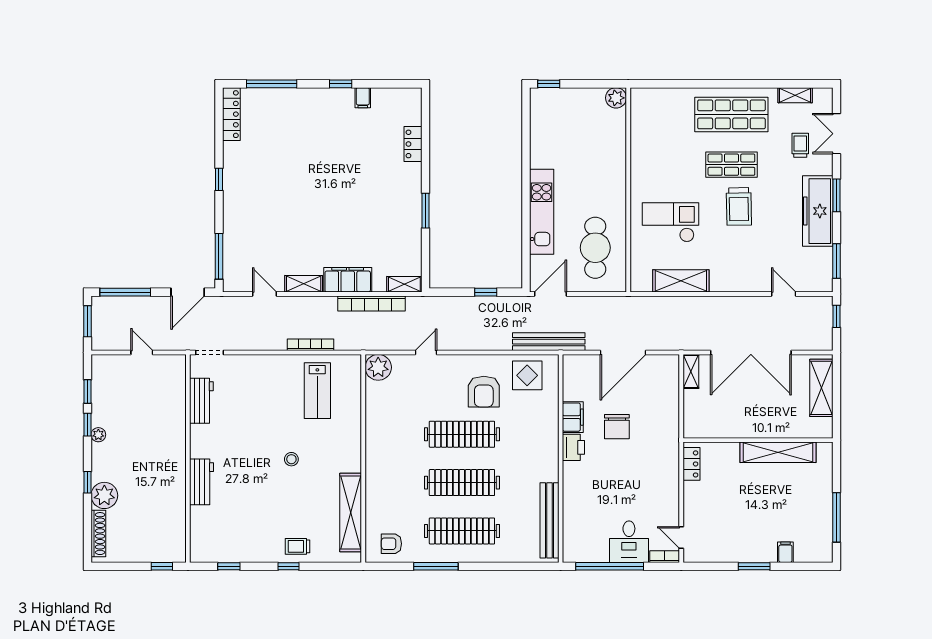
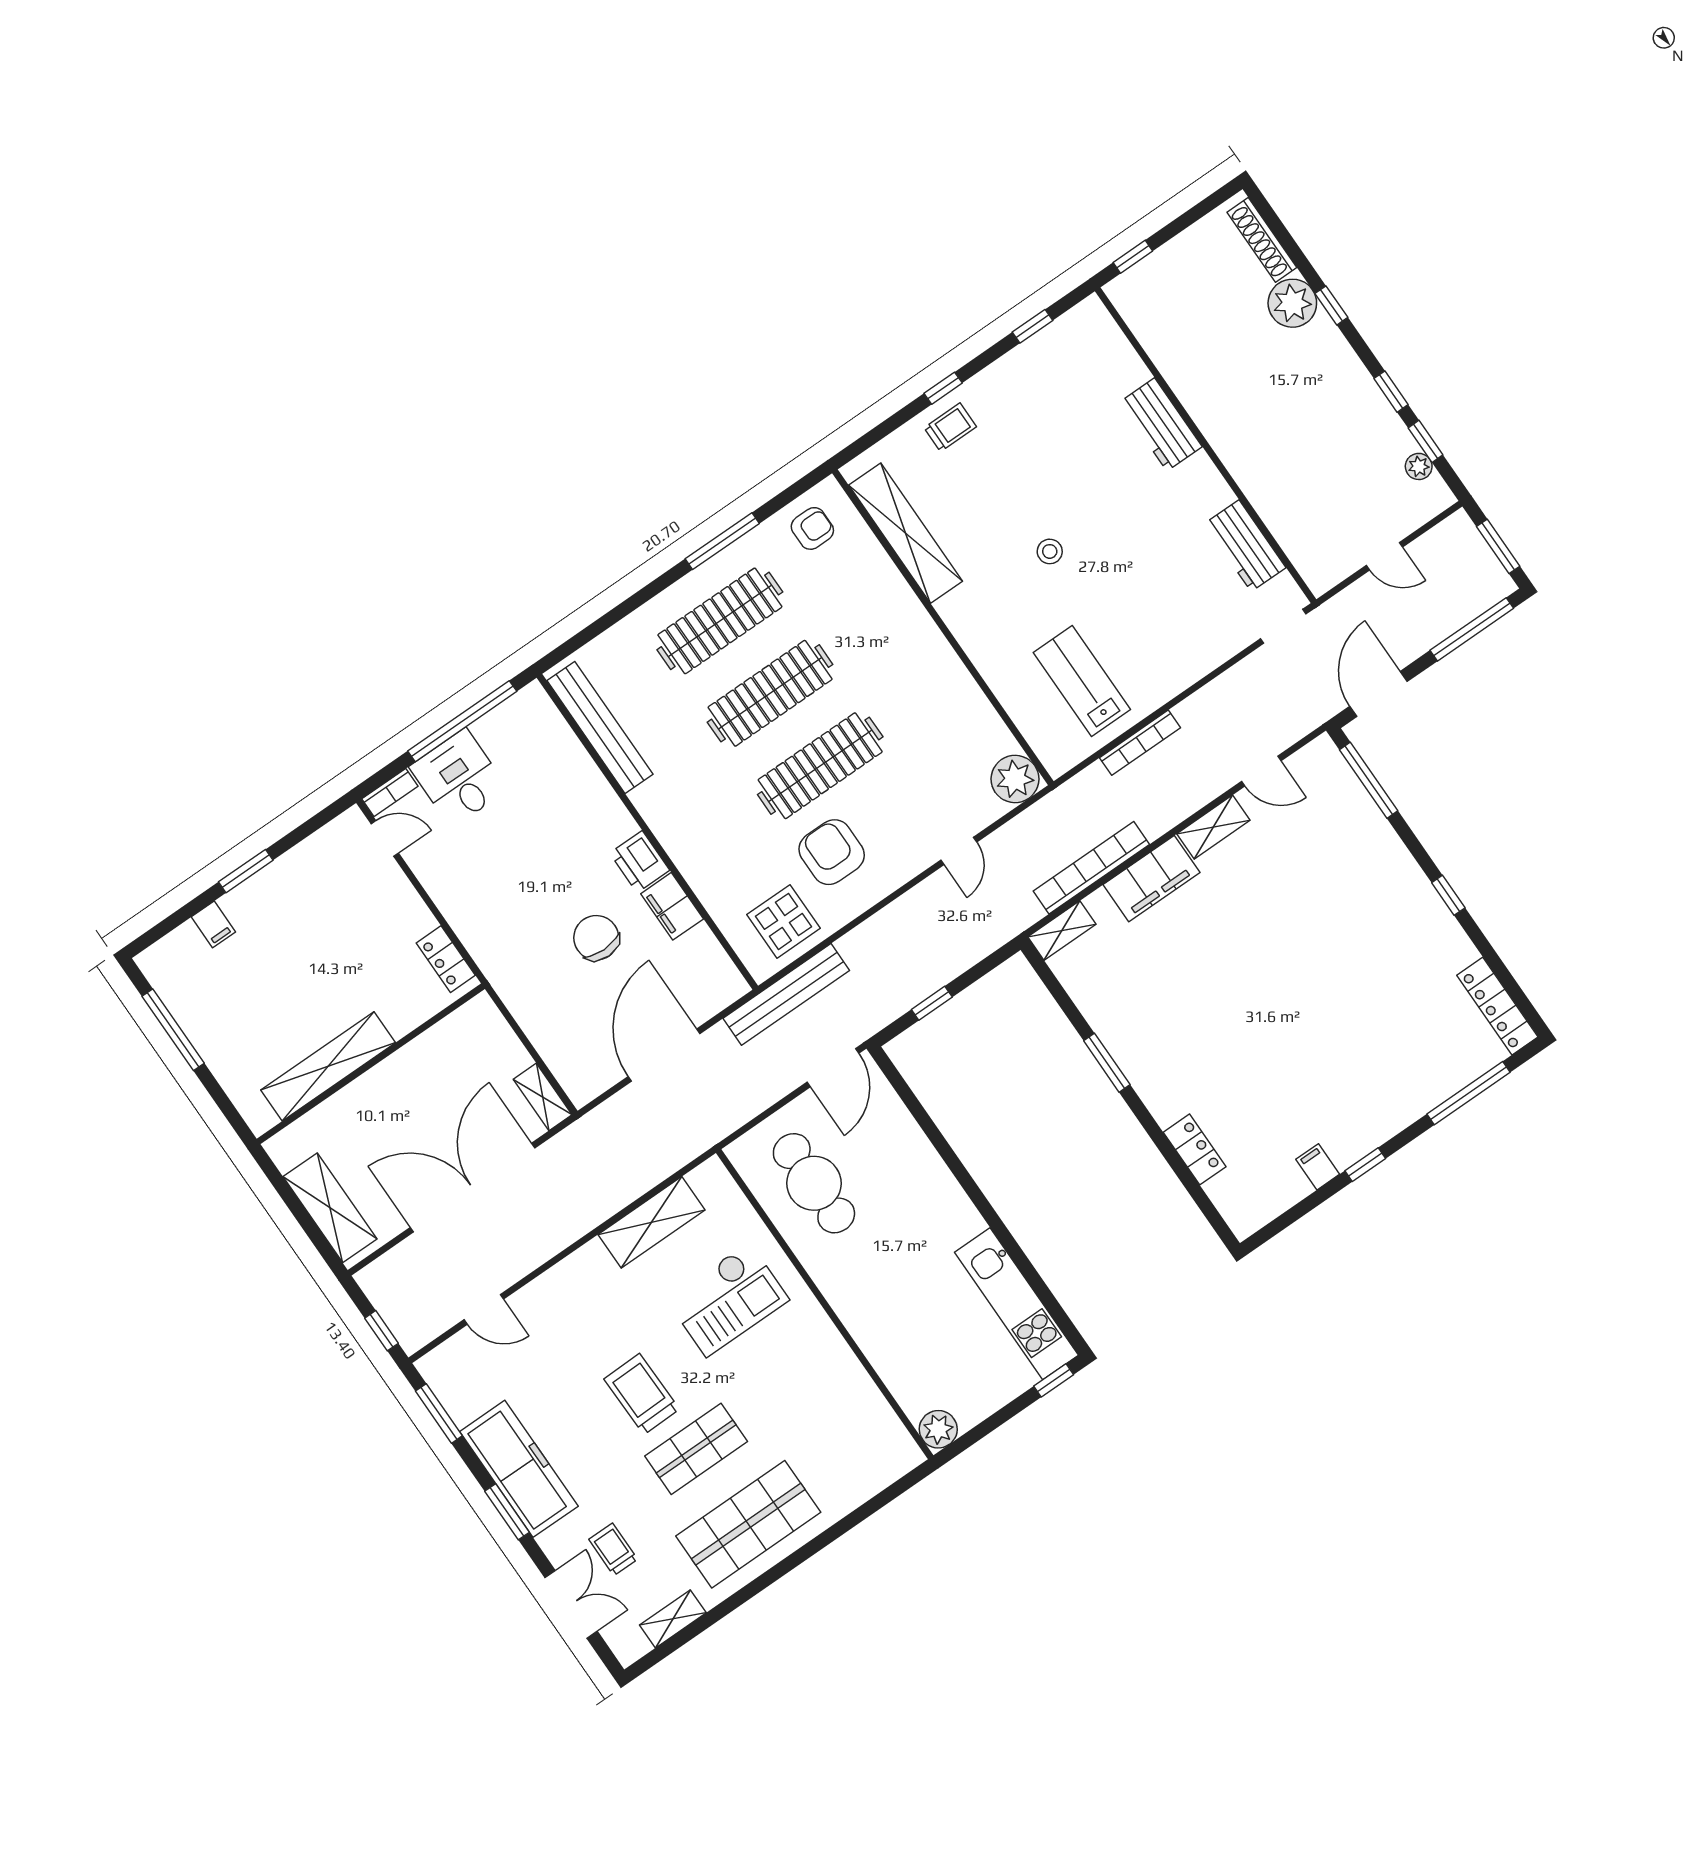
trolley: (800, 145) -> (613, 1549), turned 180
kitchen unit: (542, 212) -> (1016, 1304), moved
plant: (98, 435) -> (1419, 466), moved

